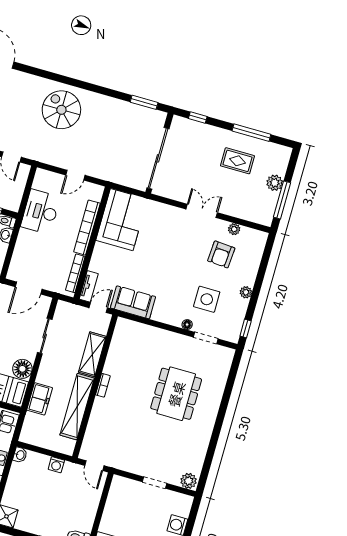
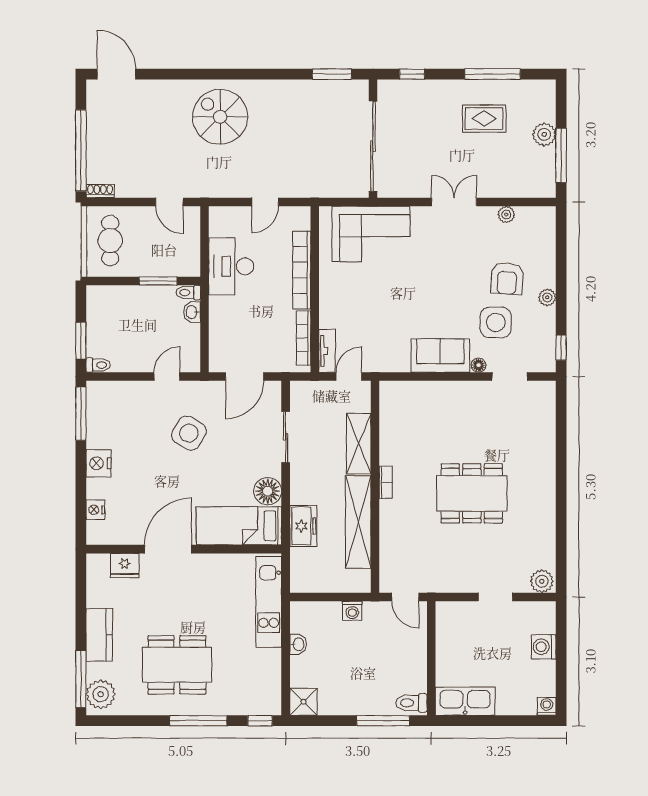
corner sofa: (122, 220) -> (371, 234), moved, turned 90
armchair: (221, 254) -> (507, 278), moved
sofa: (133, 302) -> (440, 356), moved
dining table: (176, 394) -> (472, 493), moved, turned 90
washbasin: (20, 455) -> (298, 644), moved

